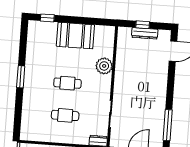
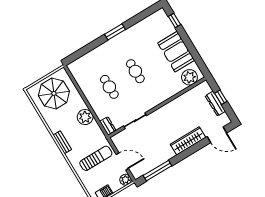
plant: (104, 66) -> (189, 77), moved
wardrobe: (160, 80) -> (188, 141), added

